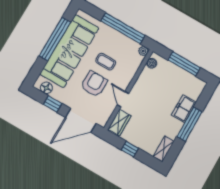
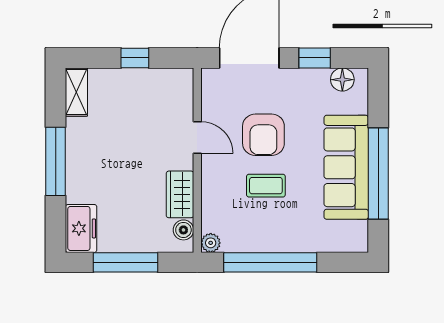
sofa: (69, 51) -> (346, 167), width x0.74, depth x0.79
freezer: (184, 109) -> (81, 228), moved
wardrobe: (119, 122) -> (180, 194), moved

